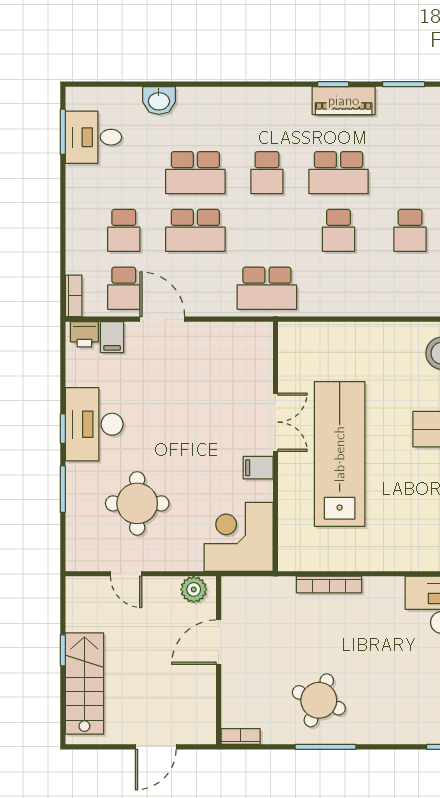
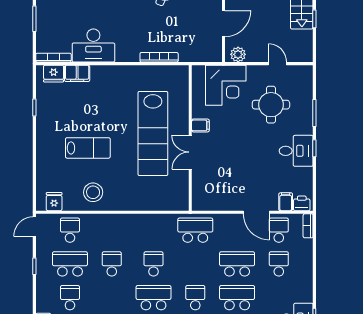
desk: (94, 424) -> (296, 151), width x0.73
corner desk: (239, 537) -> (226, 85), moved

